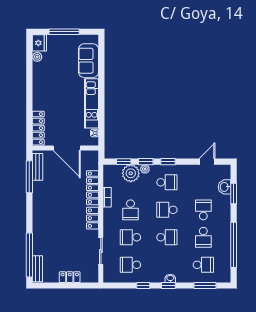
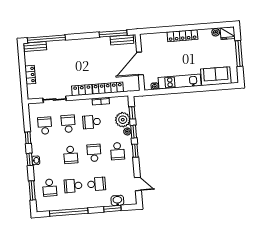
locker: (38, 128) -> (182, 36), moved

